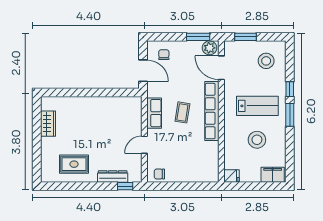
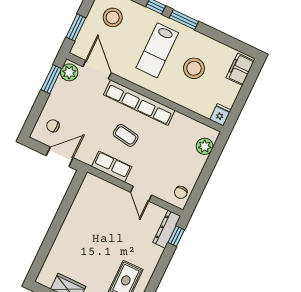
door: (221, 68) -> (97, 70), swing flipped
lab bench: (257, 106) -> (157, 50), turned 180
plant: (202, 175) -> (205, 146), added
dresser: (113, 176) -> (167, 229), moved

